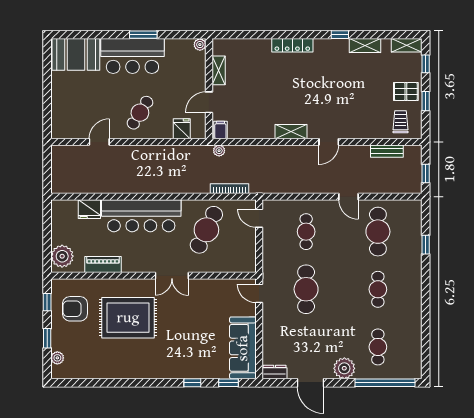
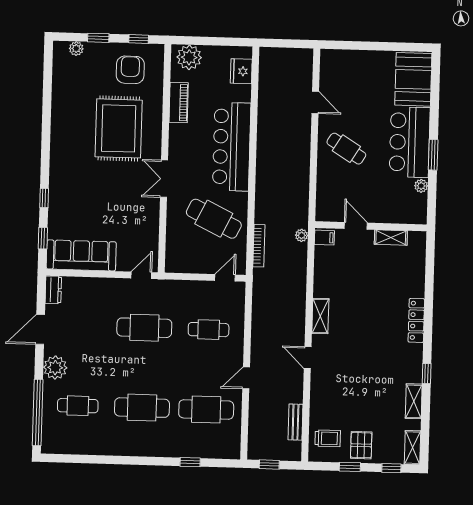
plant: (200, 45) -> (421, 186), moved
fridge: (182, 129) -> (327, 195), removed
fridge: (89, 209) -> (241, 71), moved
cafe table: (378, 289) -> (142, 408), width x1.37, depth x1.35

